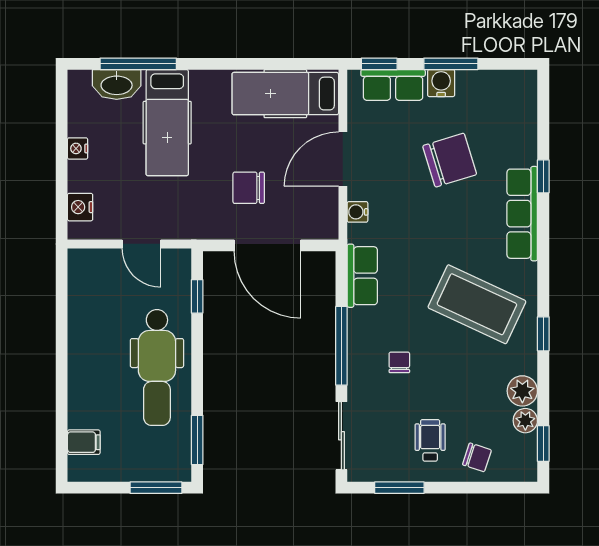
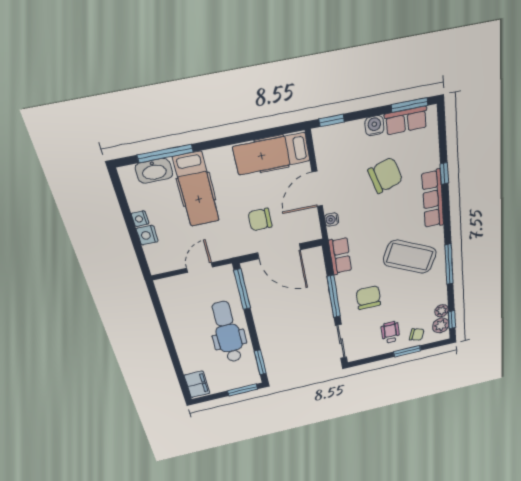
window: (451, 64) -> (410, 105), moved
row of seats: (393, 85) -> (406, 121), moved
nightstand: (80, 207) -> (147, 235), moved
door: (142, 244) -> (200, 268), swing flipped
window: (197, 296) -> (242, 289), width x2.17
window: (543, 334) -> (449, 264), width x2.17
chair: (399, 362) -> (368, 298), width x1.87, depth x1.87
dental chair: (157, 368) -> (228, 332), turned 180
plant: (522, 391) -> (441, 325), moved
filing cabinet: (84, 442) -> (197, 384), width x2.00
window: (399, 488) -> (407, 351), moved

